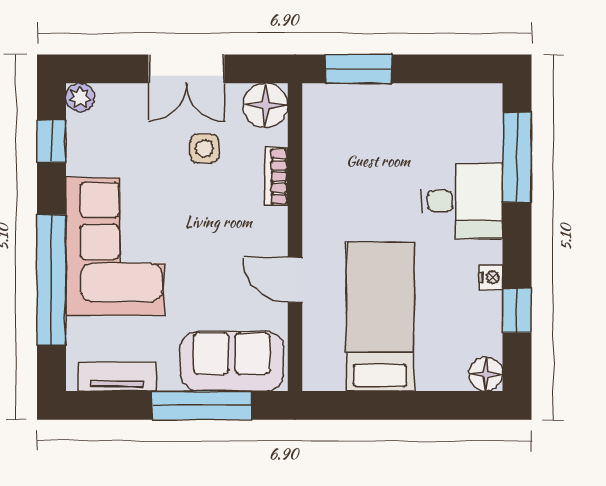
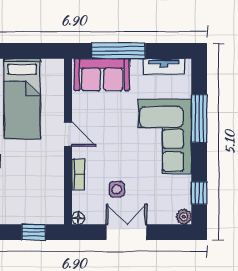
window: (359, 69) -> (34, 232), width x0.67
floor lamp: (265, 105) -> (78, 218), width x0.53, depth x0.53
window: (51, 280) -> (199, 119), width x0.68
door: (295, 280) -> (68, 134), moved

